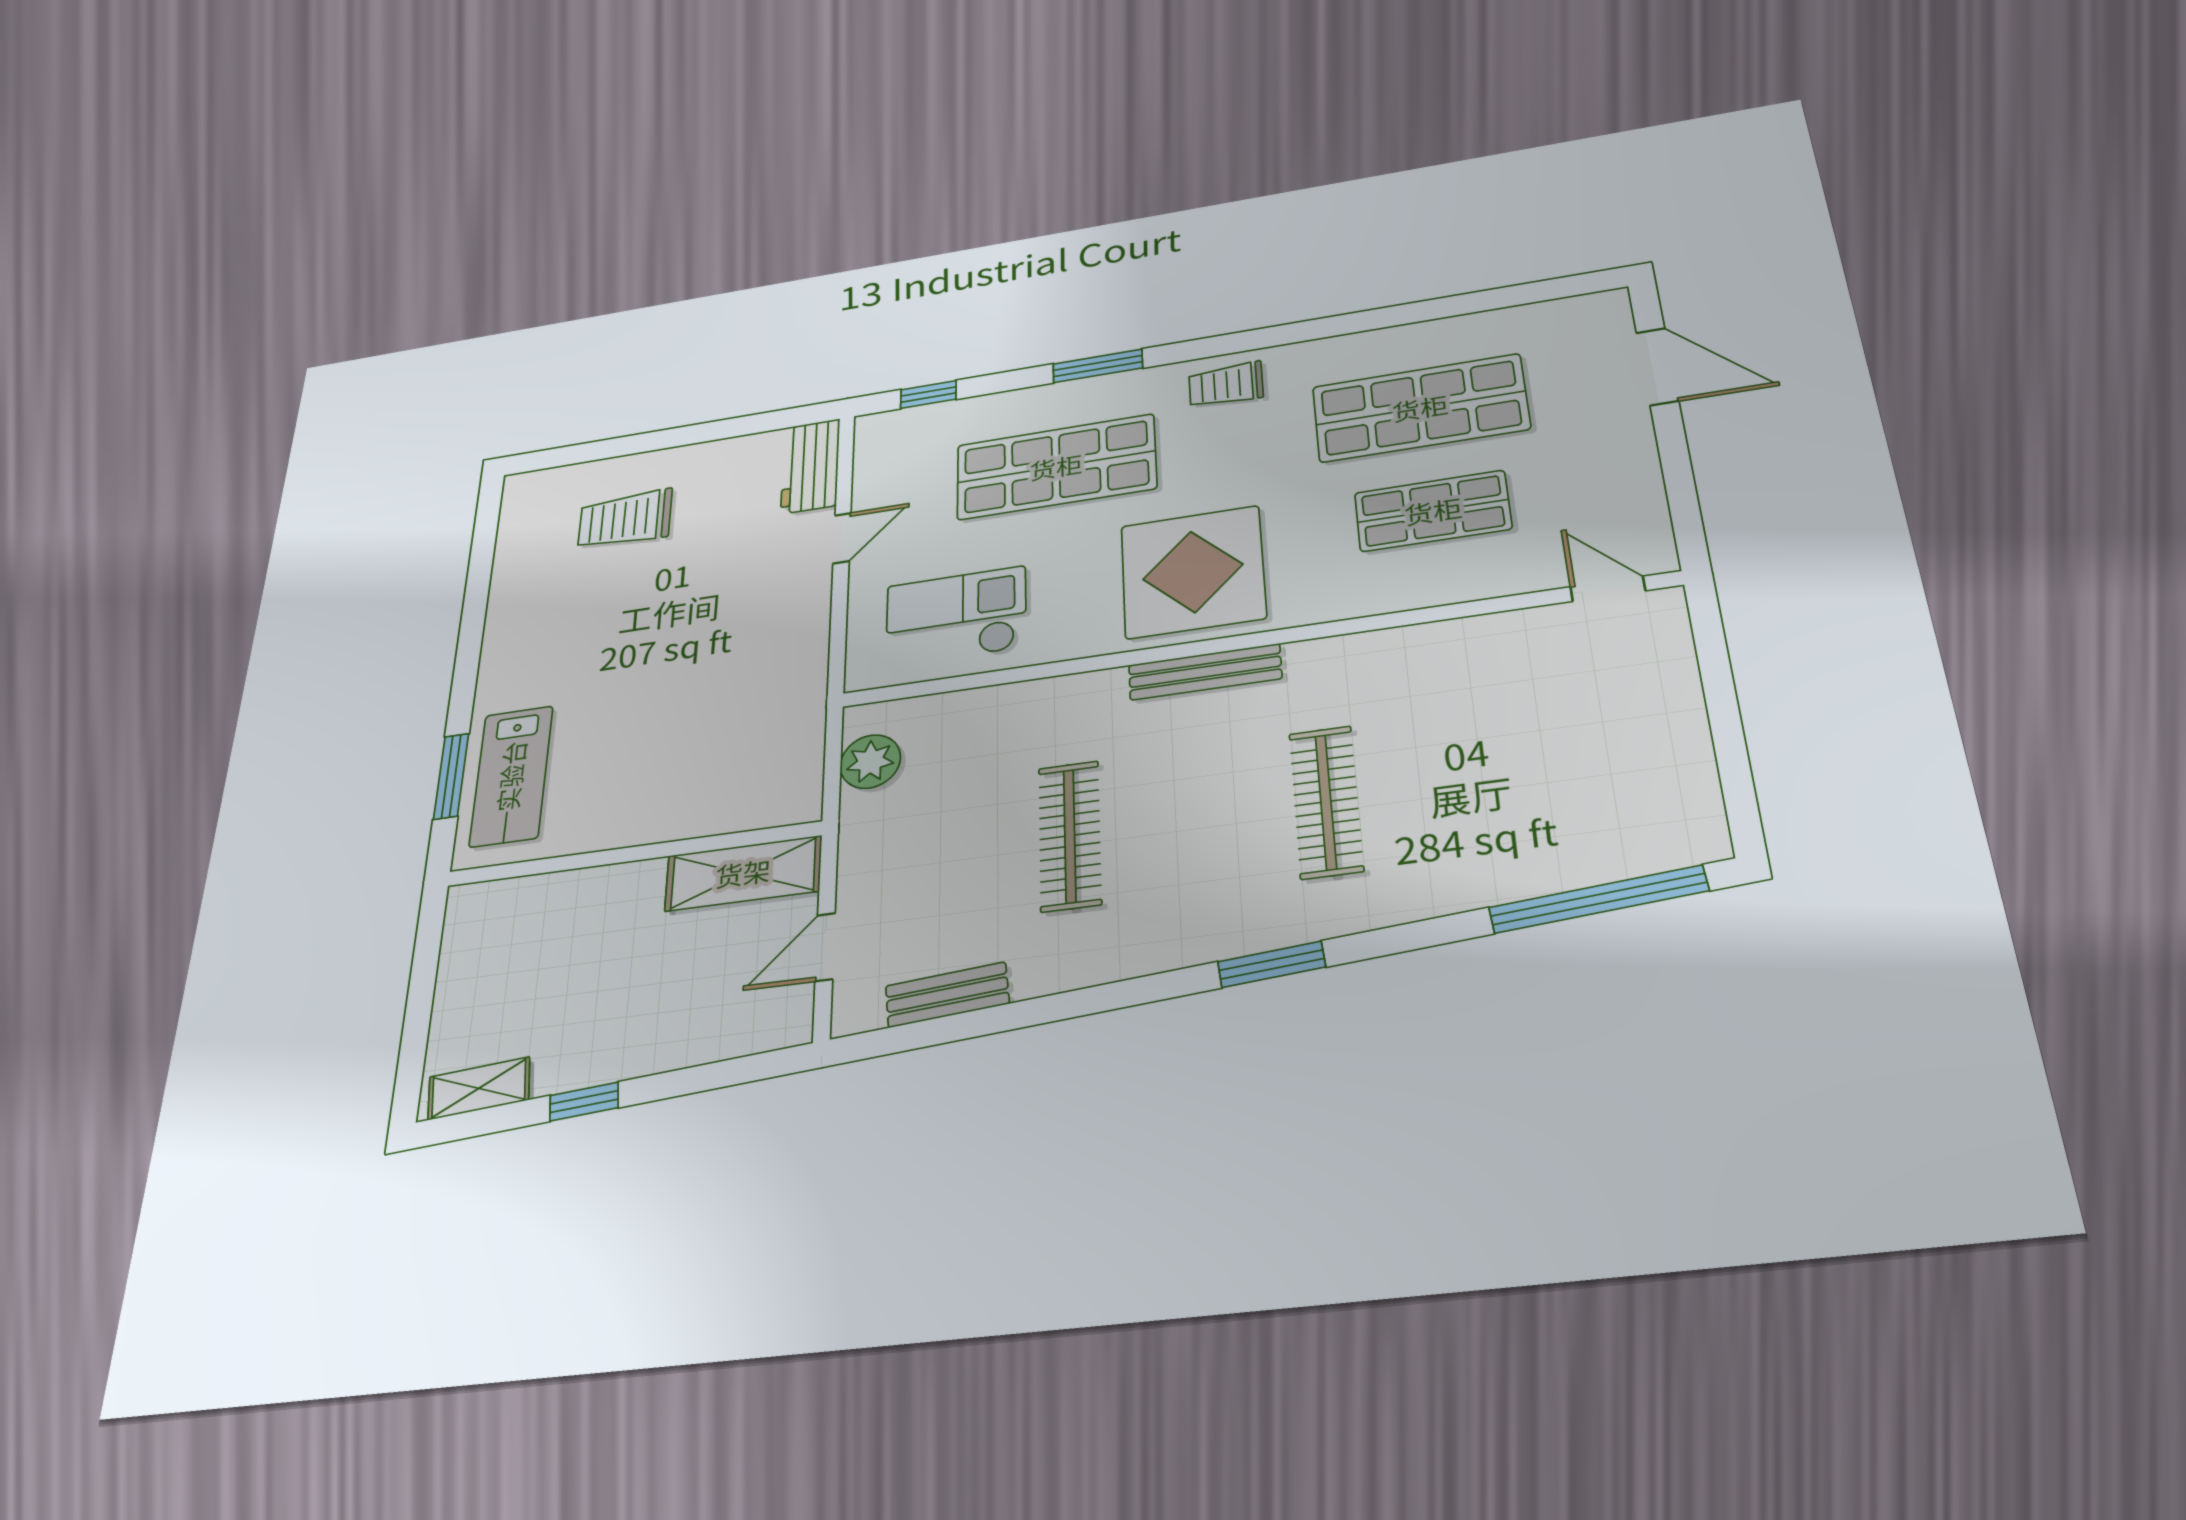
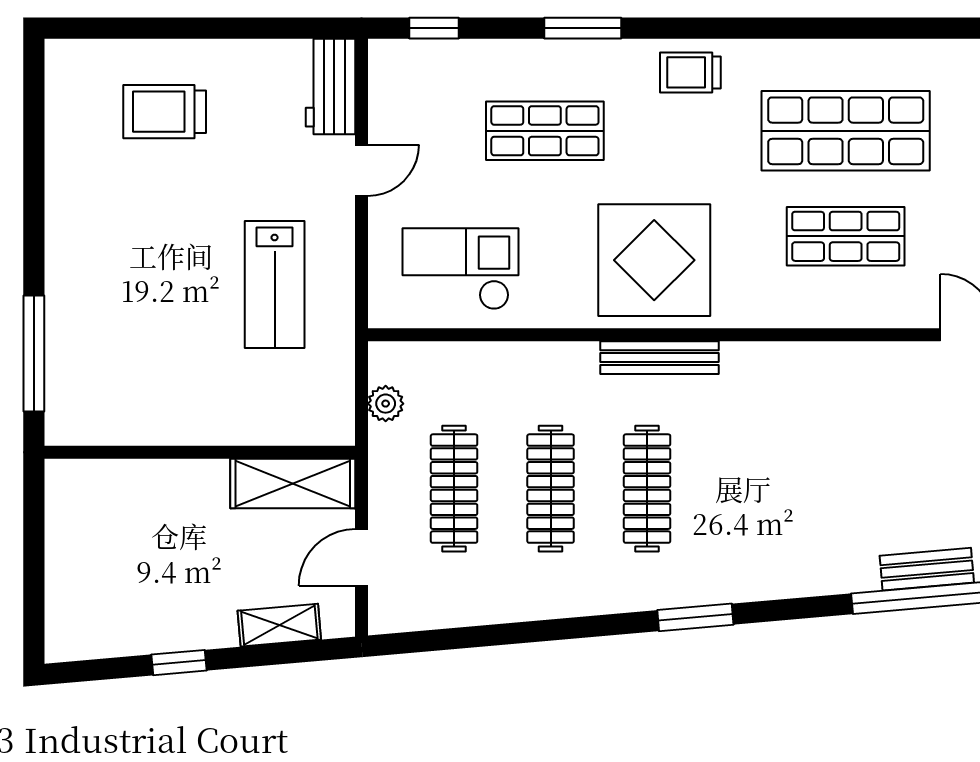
shop shelf: (1056, 467) -> (545, 131), width x0.70, depth x0.74
plant: (870, 762) -> (386, 404), width x0.73, depth x0.73
window: (451, 776) -> (34, 354), width x1.44
lab bench: (511, 776) -> (275, 285), moved
clothes rail: (1326, 802) -> (647, 489), moved
clothes rail: (945, 852) -> (454, 489), added
bench: (947, 995) -> (927, 569), moved
shelving: (479, 1088) -> (279, 625), moved

